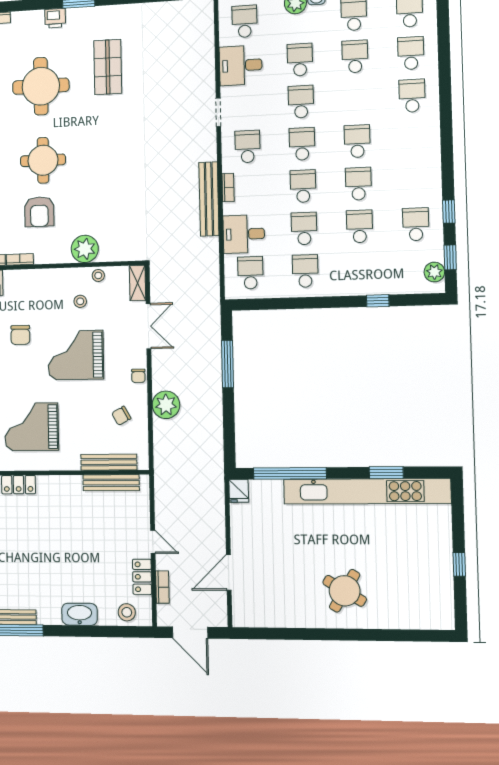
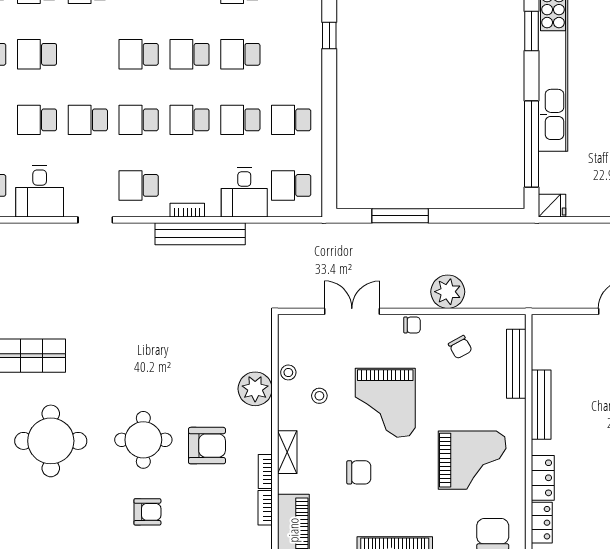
shelving: (138, 283) -> (287, 452), moved, turned 90
grand piano: (31, 427) -> (472, 460), turned -90
bench: (111, 483) -> (541, 405), moved

